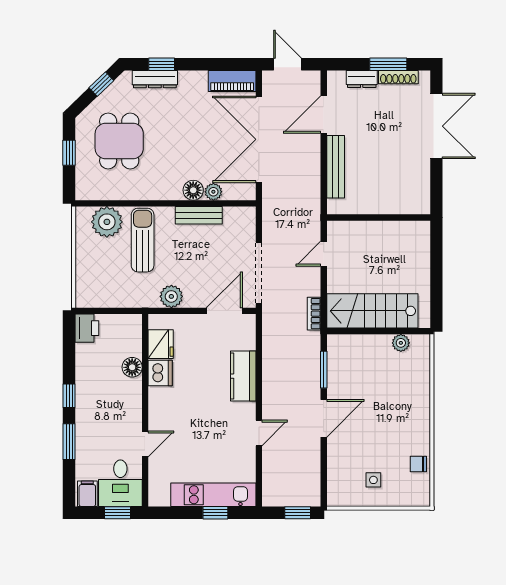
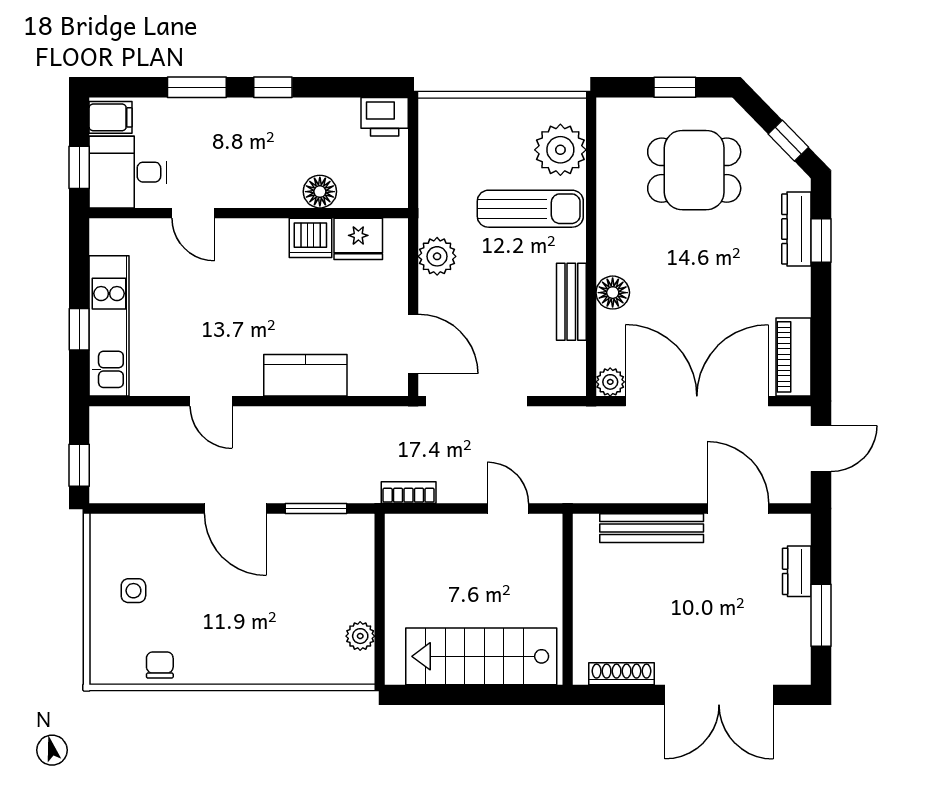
shoe rack: (398, 77) -> (622, 674), moved, turned 90
plant: (213, 192) -> (610, 382), moved
stairs: (372, 311) -> (481, 656), moved, turned -90

